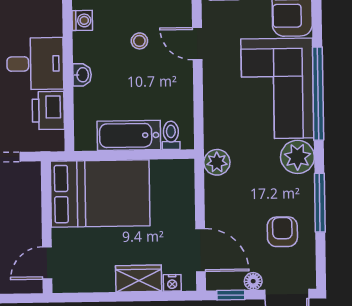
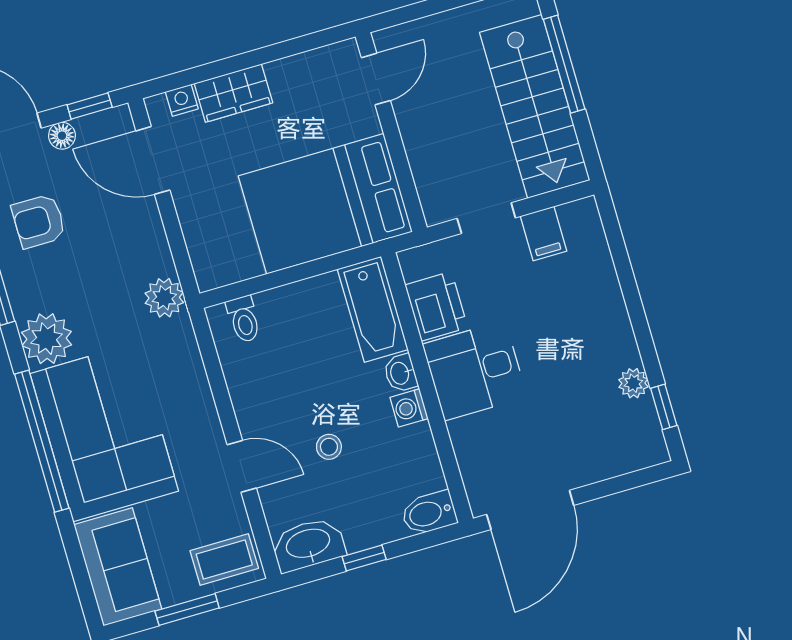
washing machine: (82, 20) -> (409, 408), moved
bathtub: (129, 135) -> (373, 309), moved, turned 90
armchair: (282, 232) -> (39, 221), turned 90

